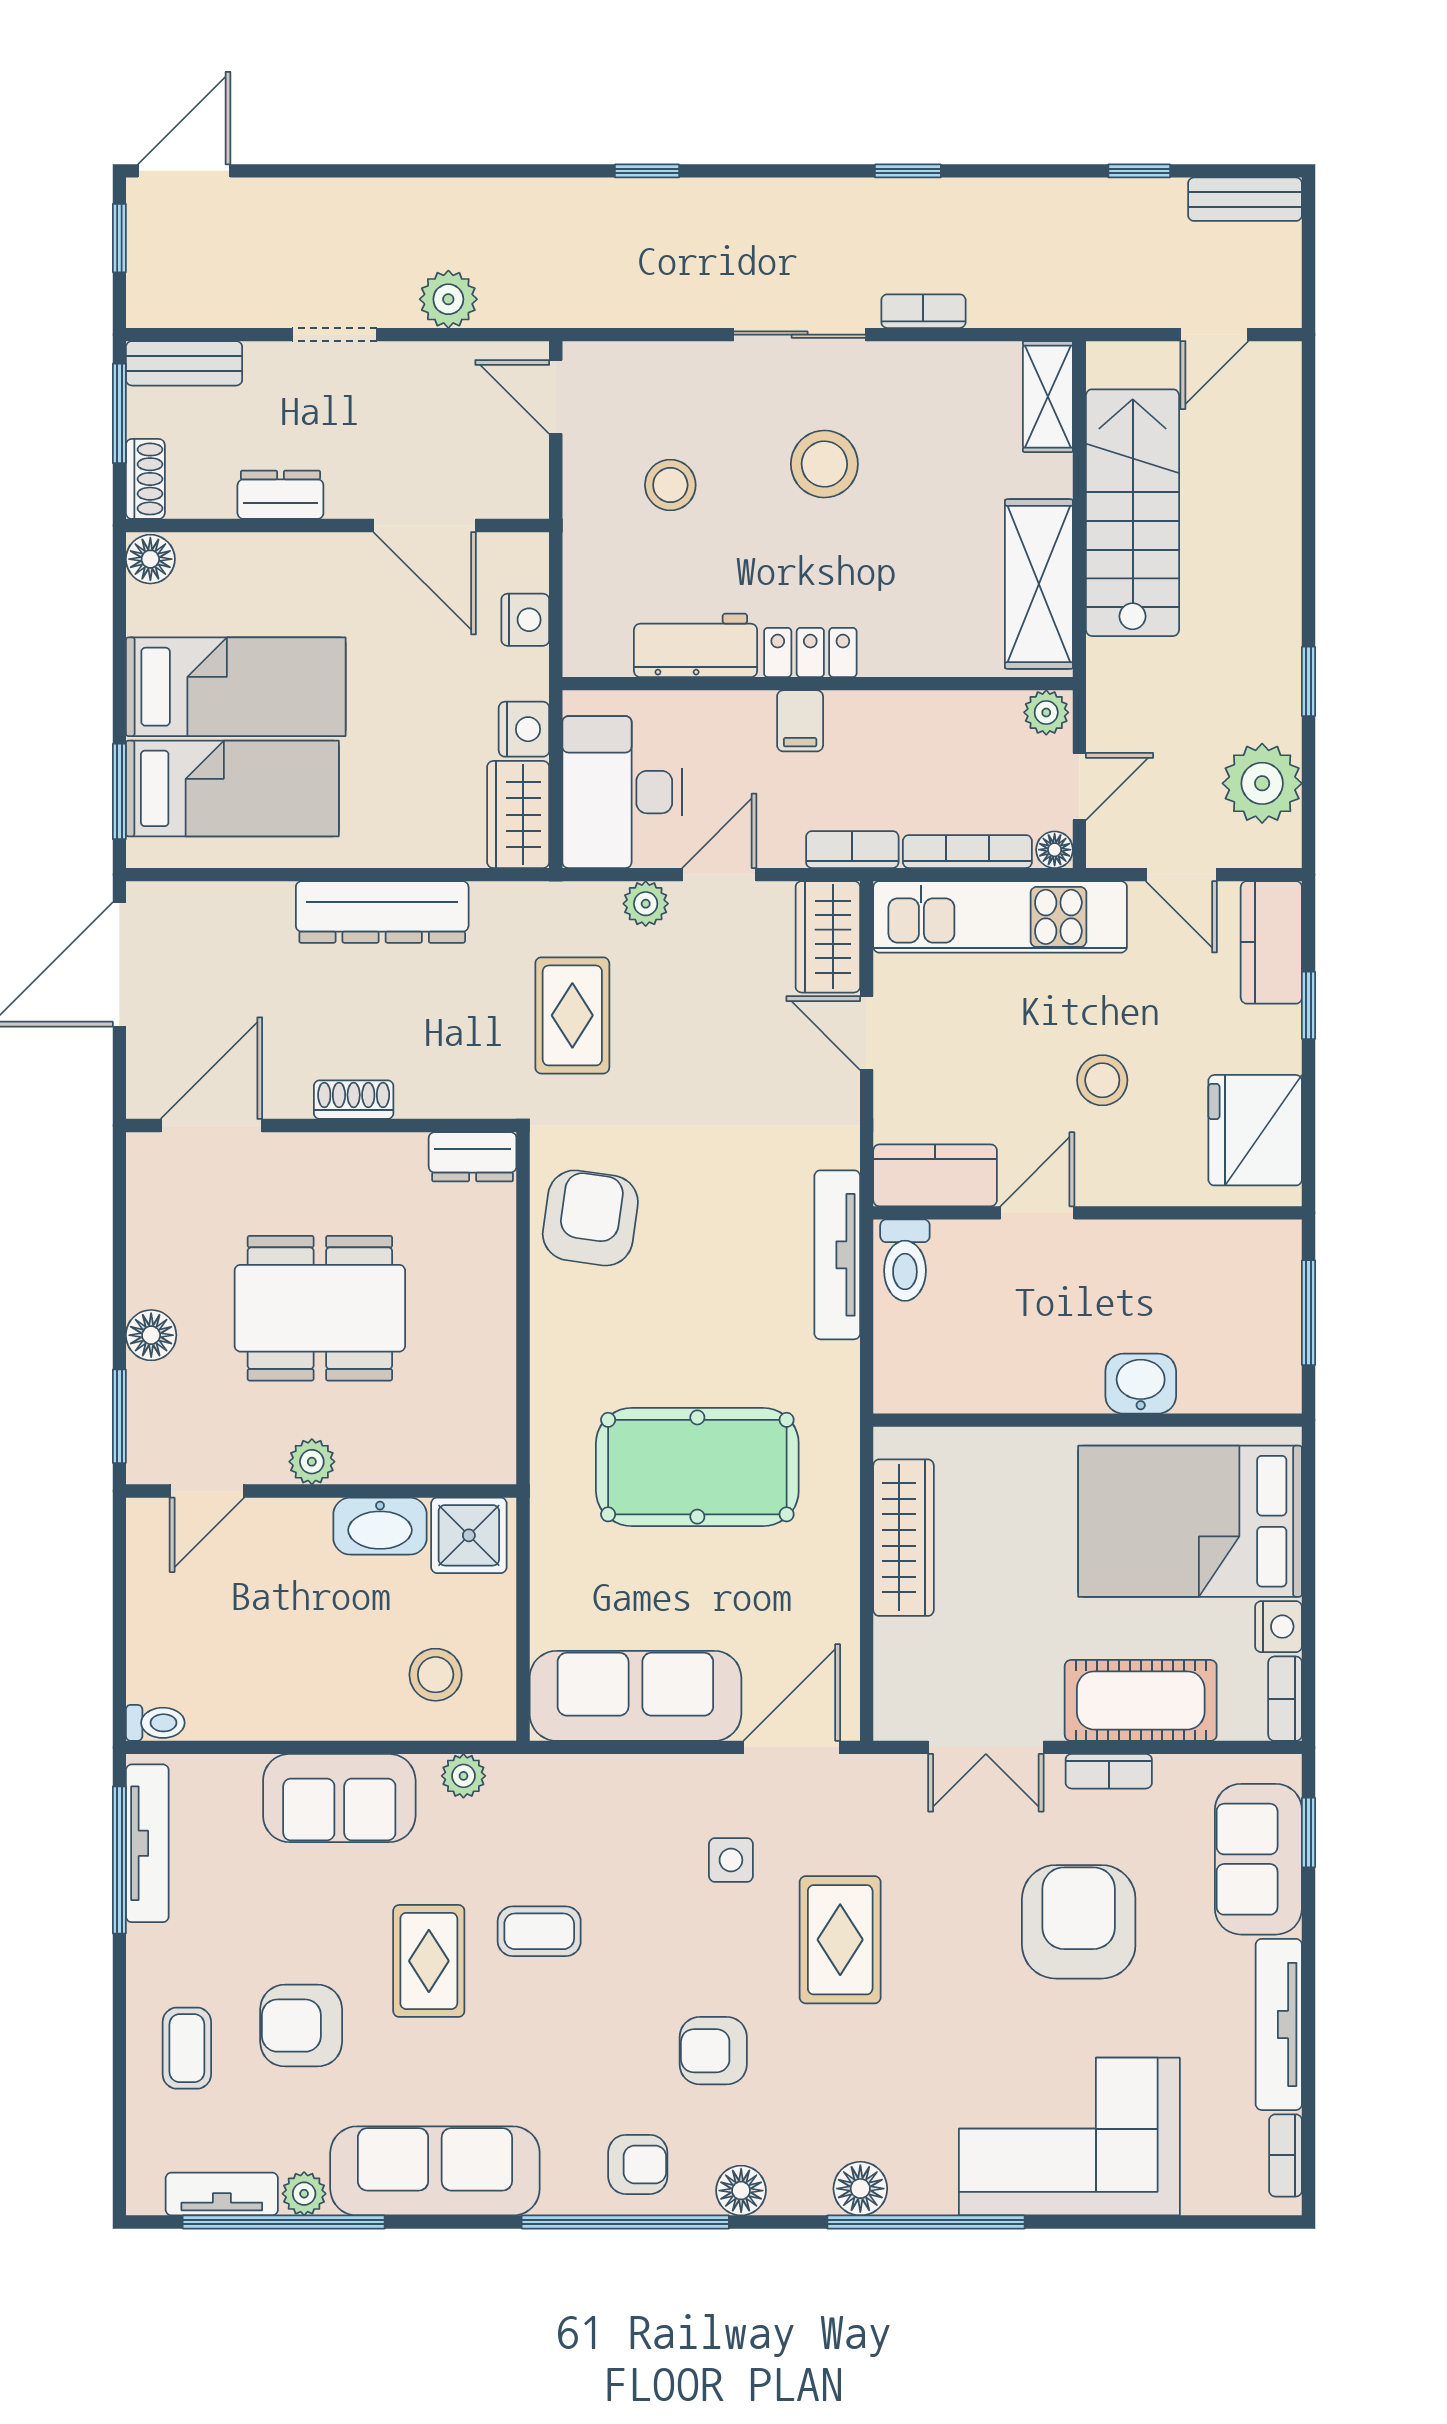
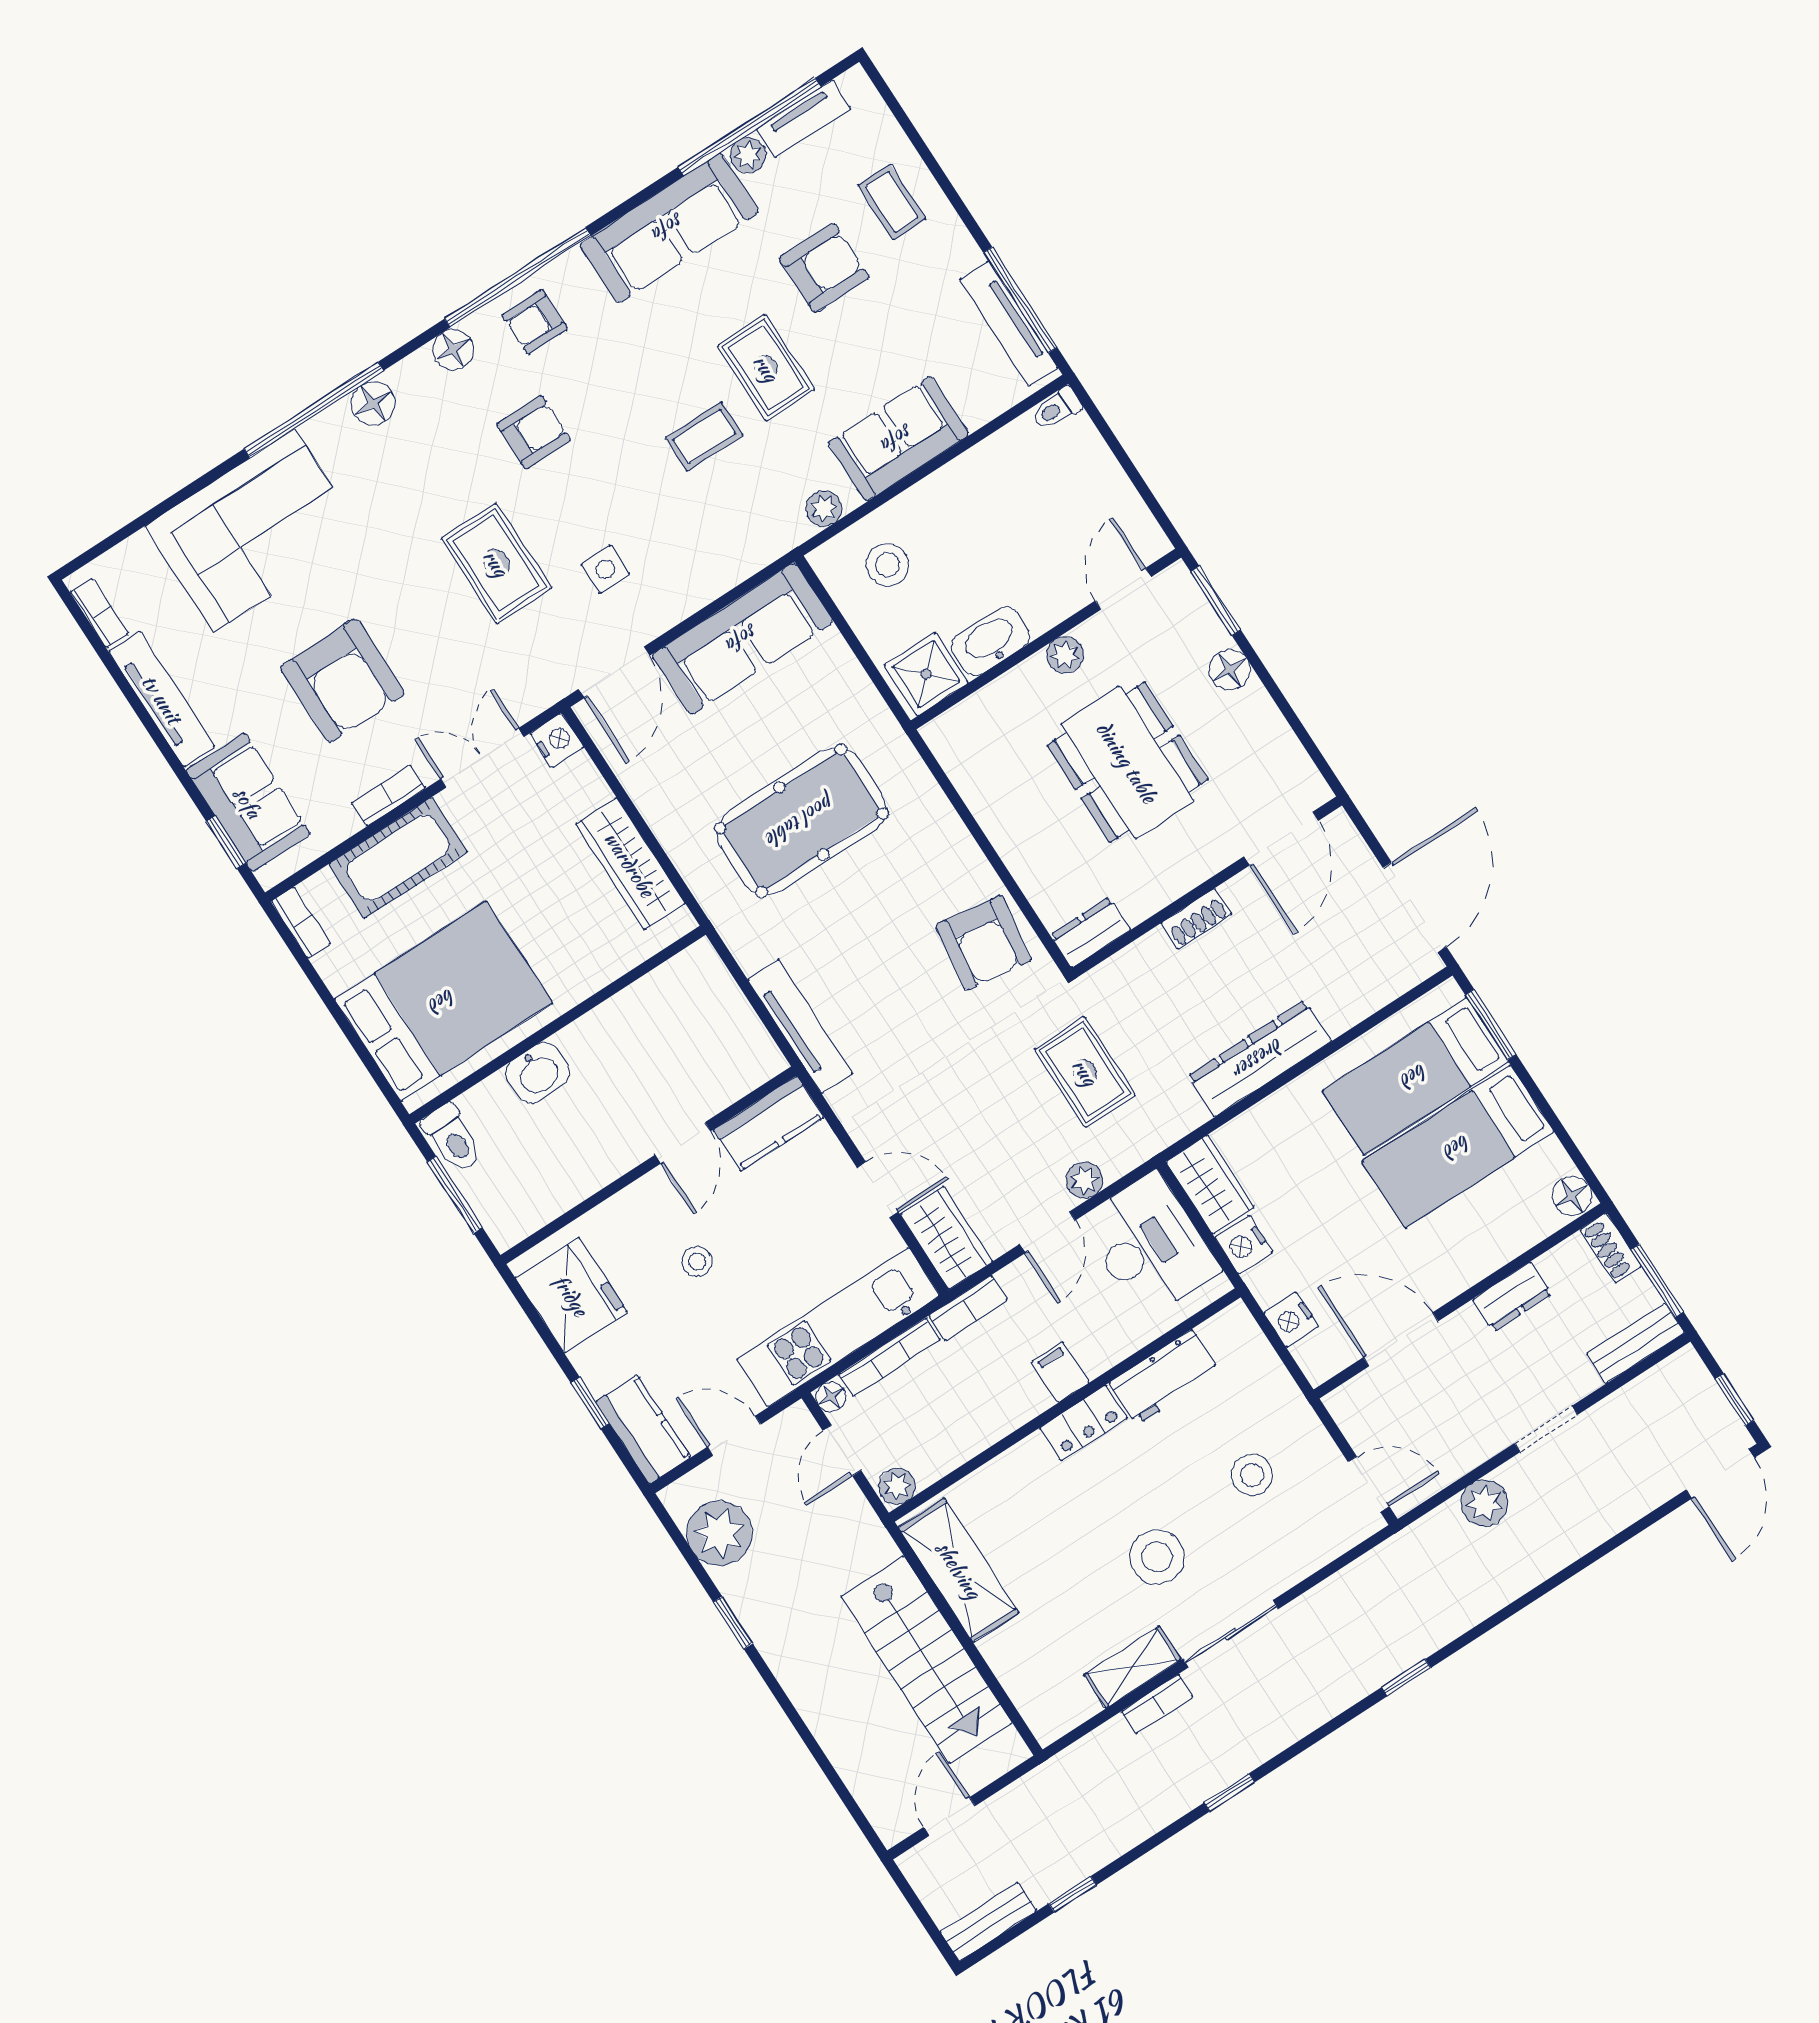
shelving: (1048, 397) -> (1133, 1667), moved, turned 90
stool: (1102, 1080) -> (697, 1262), width x0.73, depth x0.73
toilet: (905, 1260) -> (453, 1138), moved, turned 180
dining table: (320, 1308) -> (1127, 762), turned 90
nightstand: (1279, 1627) -> (557, 740), moved, turned 180

